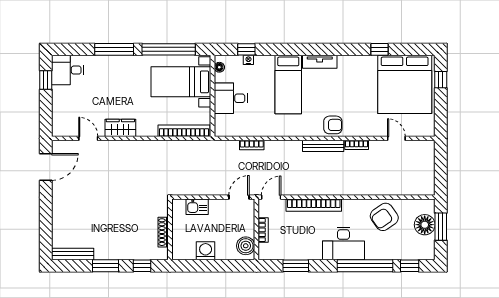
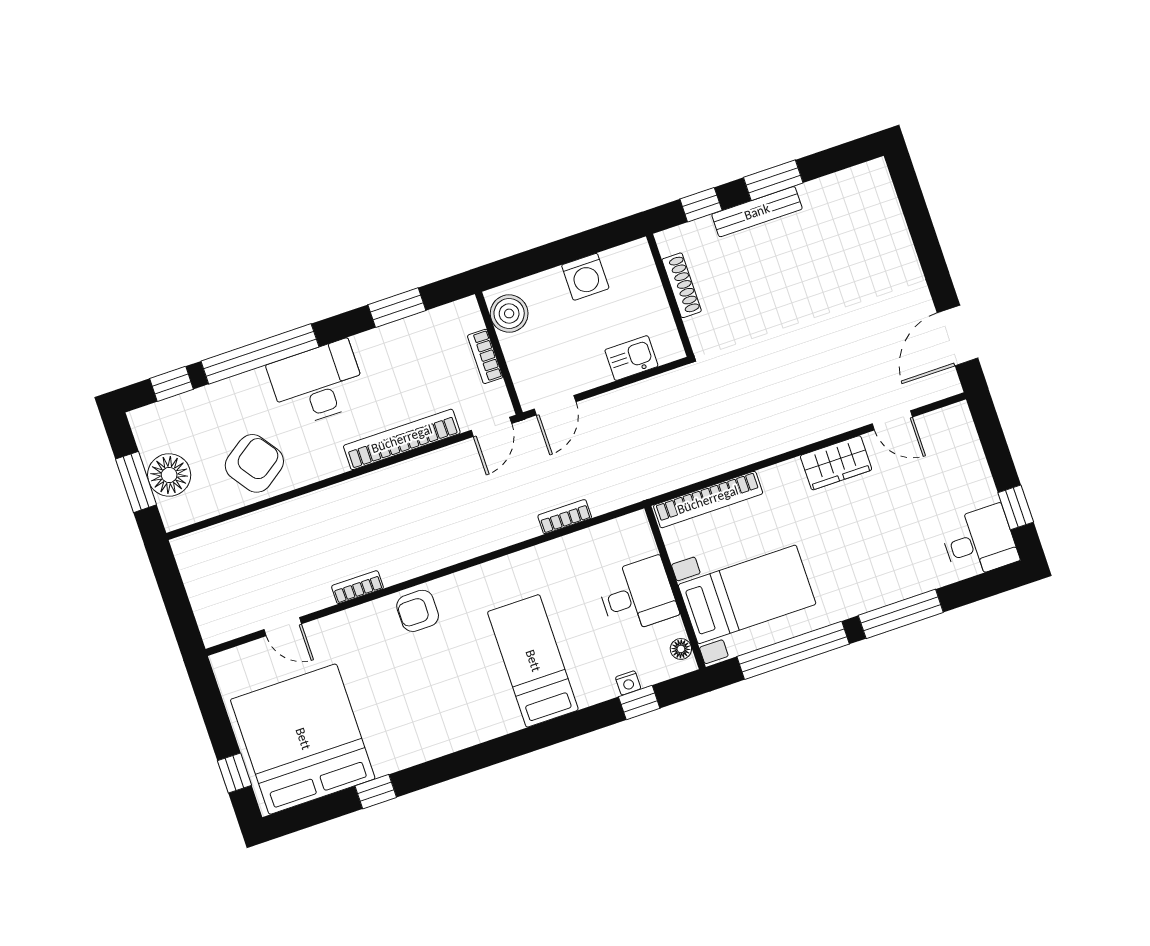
tv unit: (320, 62) -> (486, 727), removed
bench: (323, 146) -> (423, 563), removed
bench: (73, 254) -> (757, 212), moved

